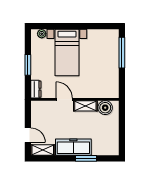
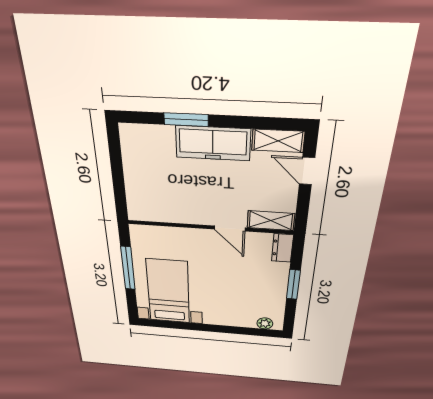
bed with nightstands: (67, 53) -> (168, 292), moved
window: (122, 53) -> (128, 268), moved
shelving: (85, 106) -> (271, 221), moved
boiler: (105, 108) -> (152, 210), removed

